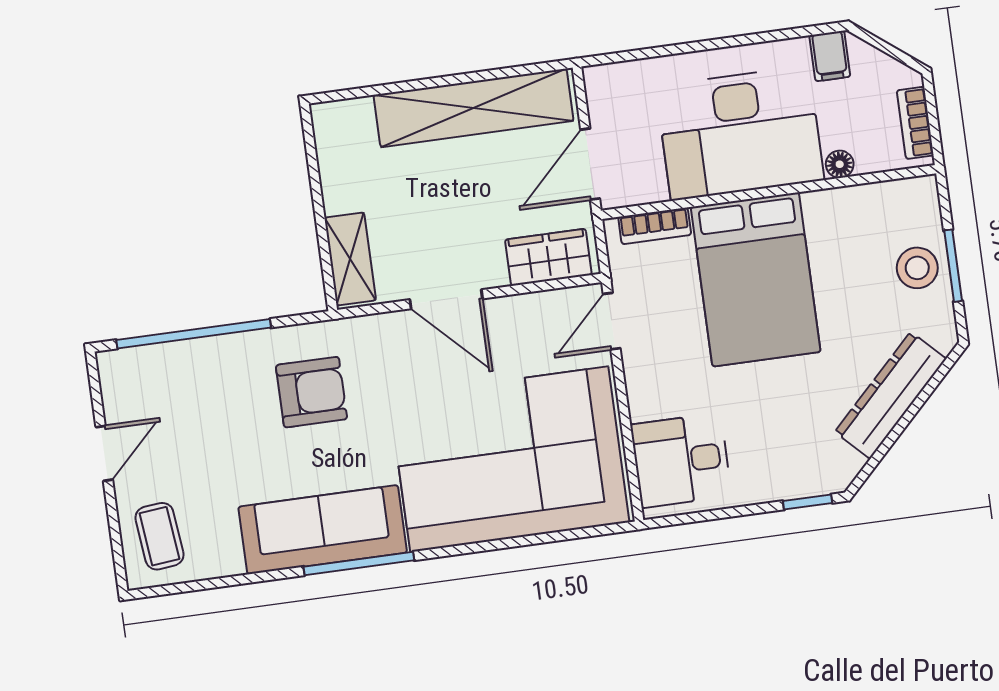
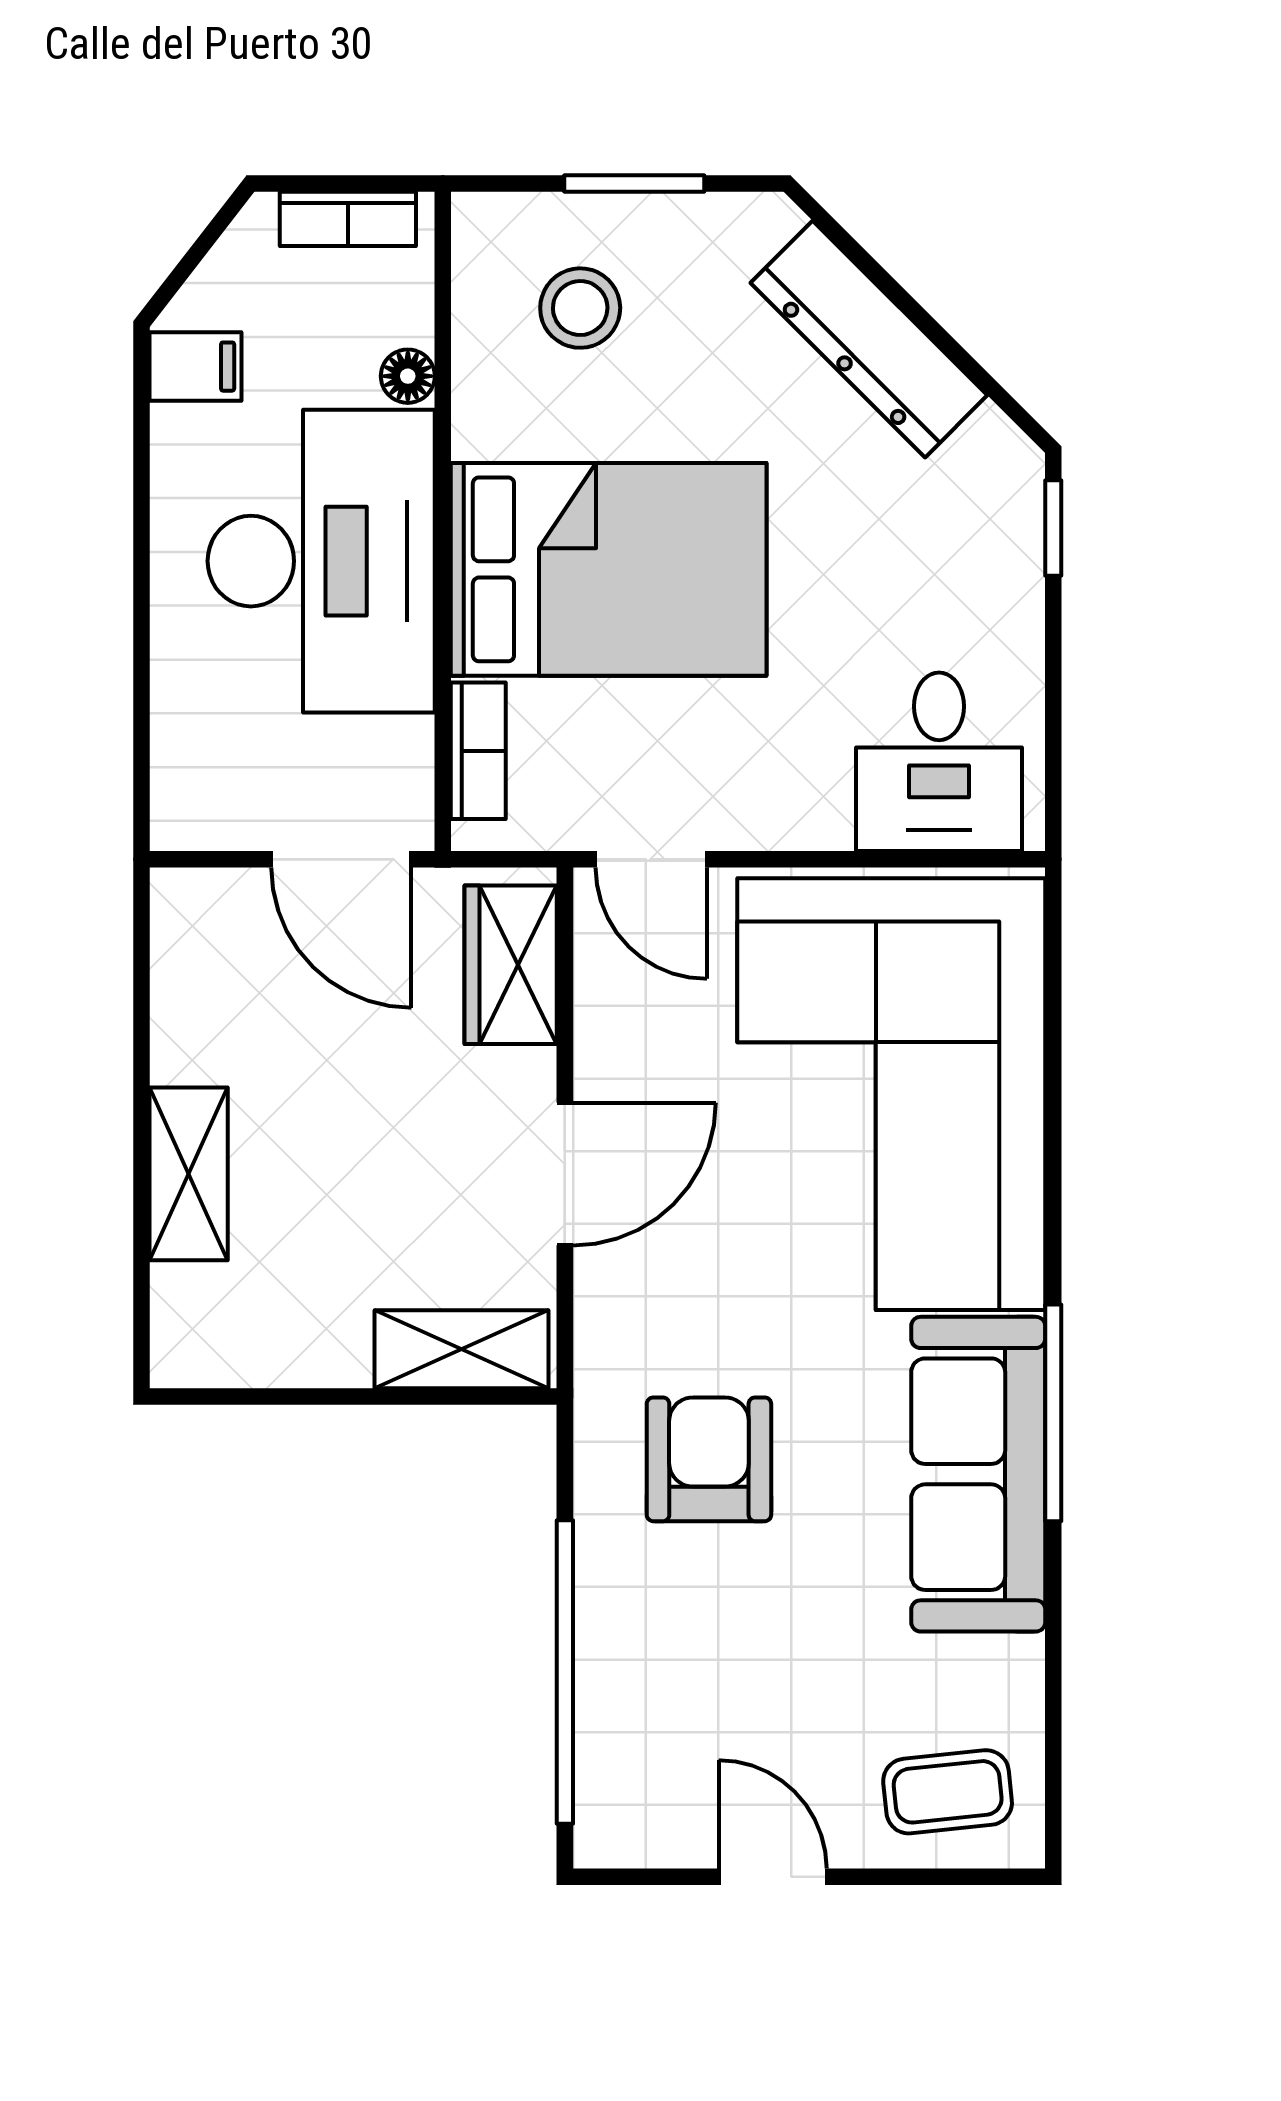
shelving: (474, 108) -> (189, 1174), width x0.45, depth x0.75
stool: (917, 268) -> (580, 308), moved

